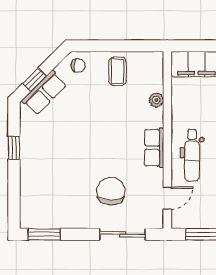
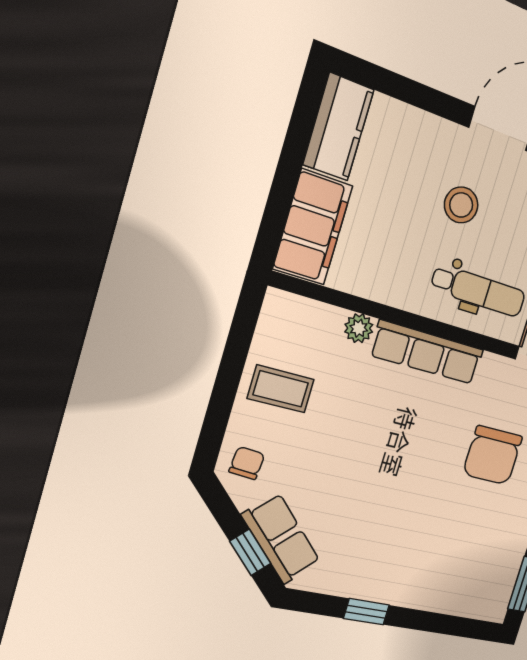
row of seats: (154, 148) -> (427, 352), width x1.48
chair: (111, 191) -> (493, 455), turned -90

